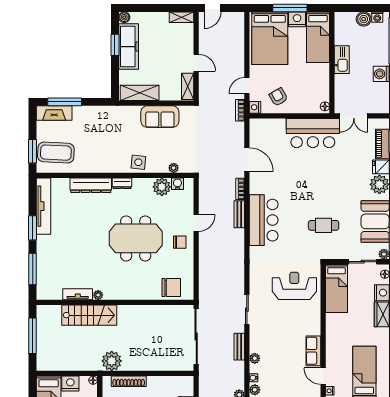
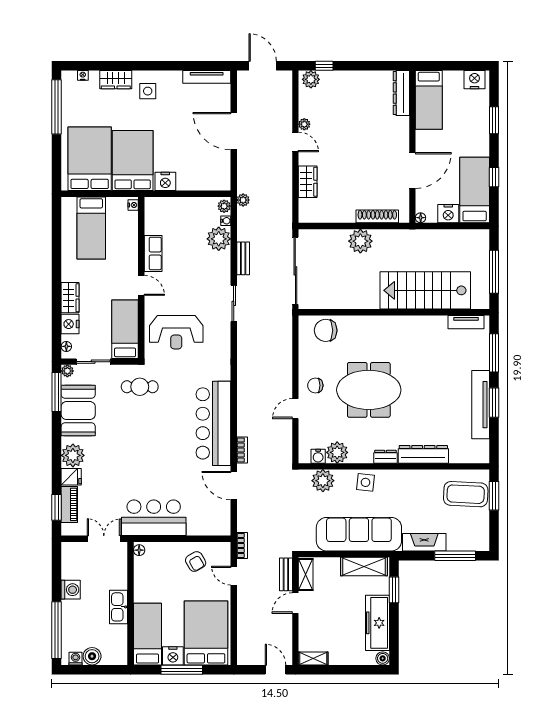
door: (212, 8) -> (276, 670), hinge flipped
window: (115, 45) -> (394, 590), moved
door: (196, 63) -> (295, 603), hinge flipped
door: (247, 85) -> (234, 576), swing flipped
nightstand: (255, 107) -> (224, 549), removed
fireplace: (54, 113) -> (424, 542), moved
sofa: (160, 117) -> (359, 534), width x1.85, depth x1.27
plant: (174, 168) -> (323, 481), width x1.88, depth x1.88
tv unit: (44, 206) -> (481, 405), moved
bench: (239, 214) -> (286, 574), moved
bar counter: (264, 220) -> (213, 423), width x1.36
cafe table: (324, 225) -> (140, 387), moved
tv unit: (78, 294) -> (466, 322), moved
plant: (98, 295) -> (414, 321), removed
stairs: (89, 315) -> (425, 290), width x1.36, depth x1.51
plant: (255, 358) -> (219, 239), width x1.88, depth x1.88
plant: (112, 361) -> (360, 241), moved
door: (323, 376) -> (141, 285), moved

